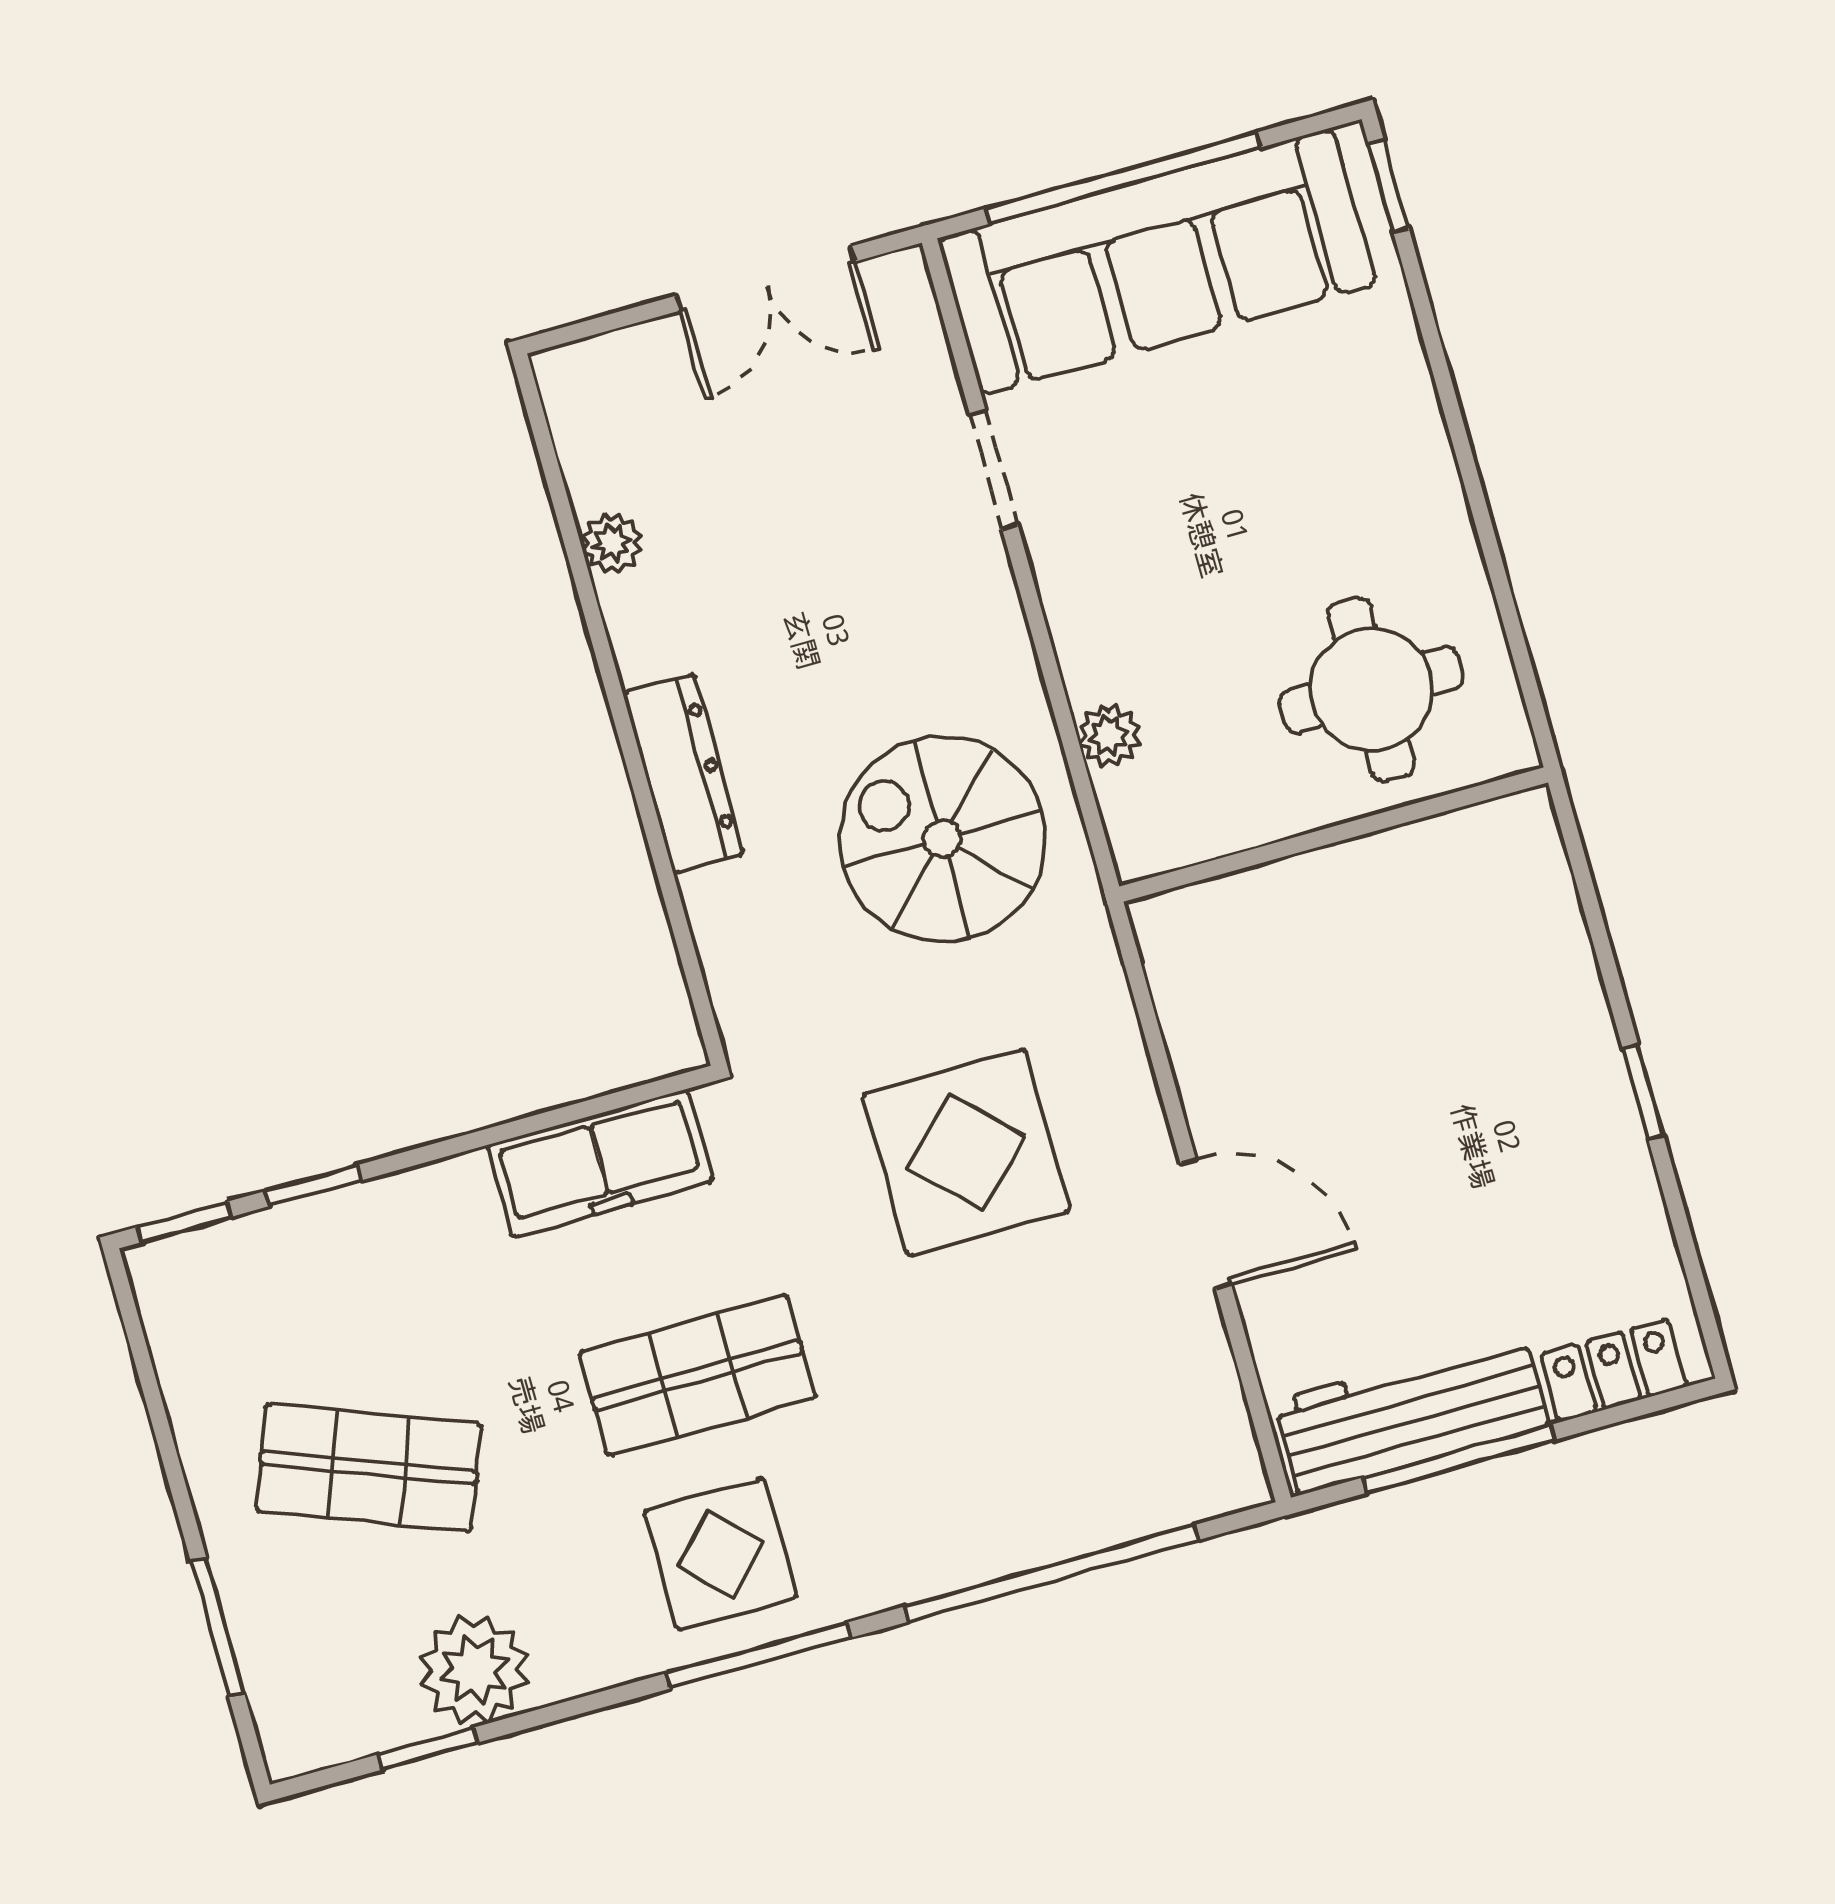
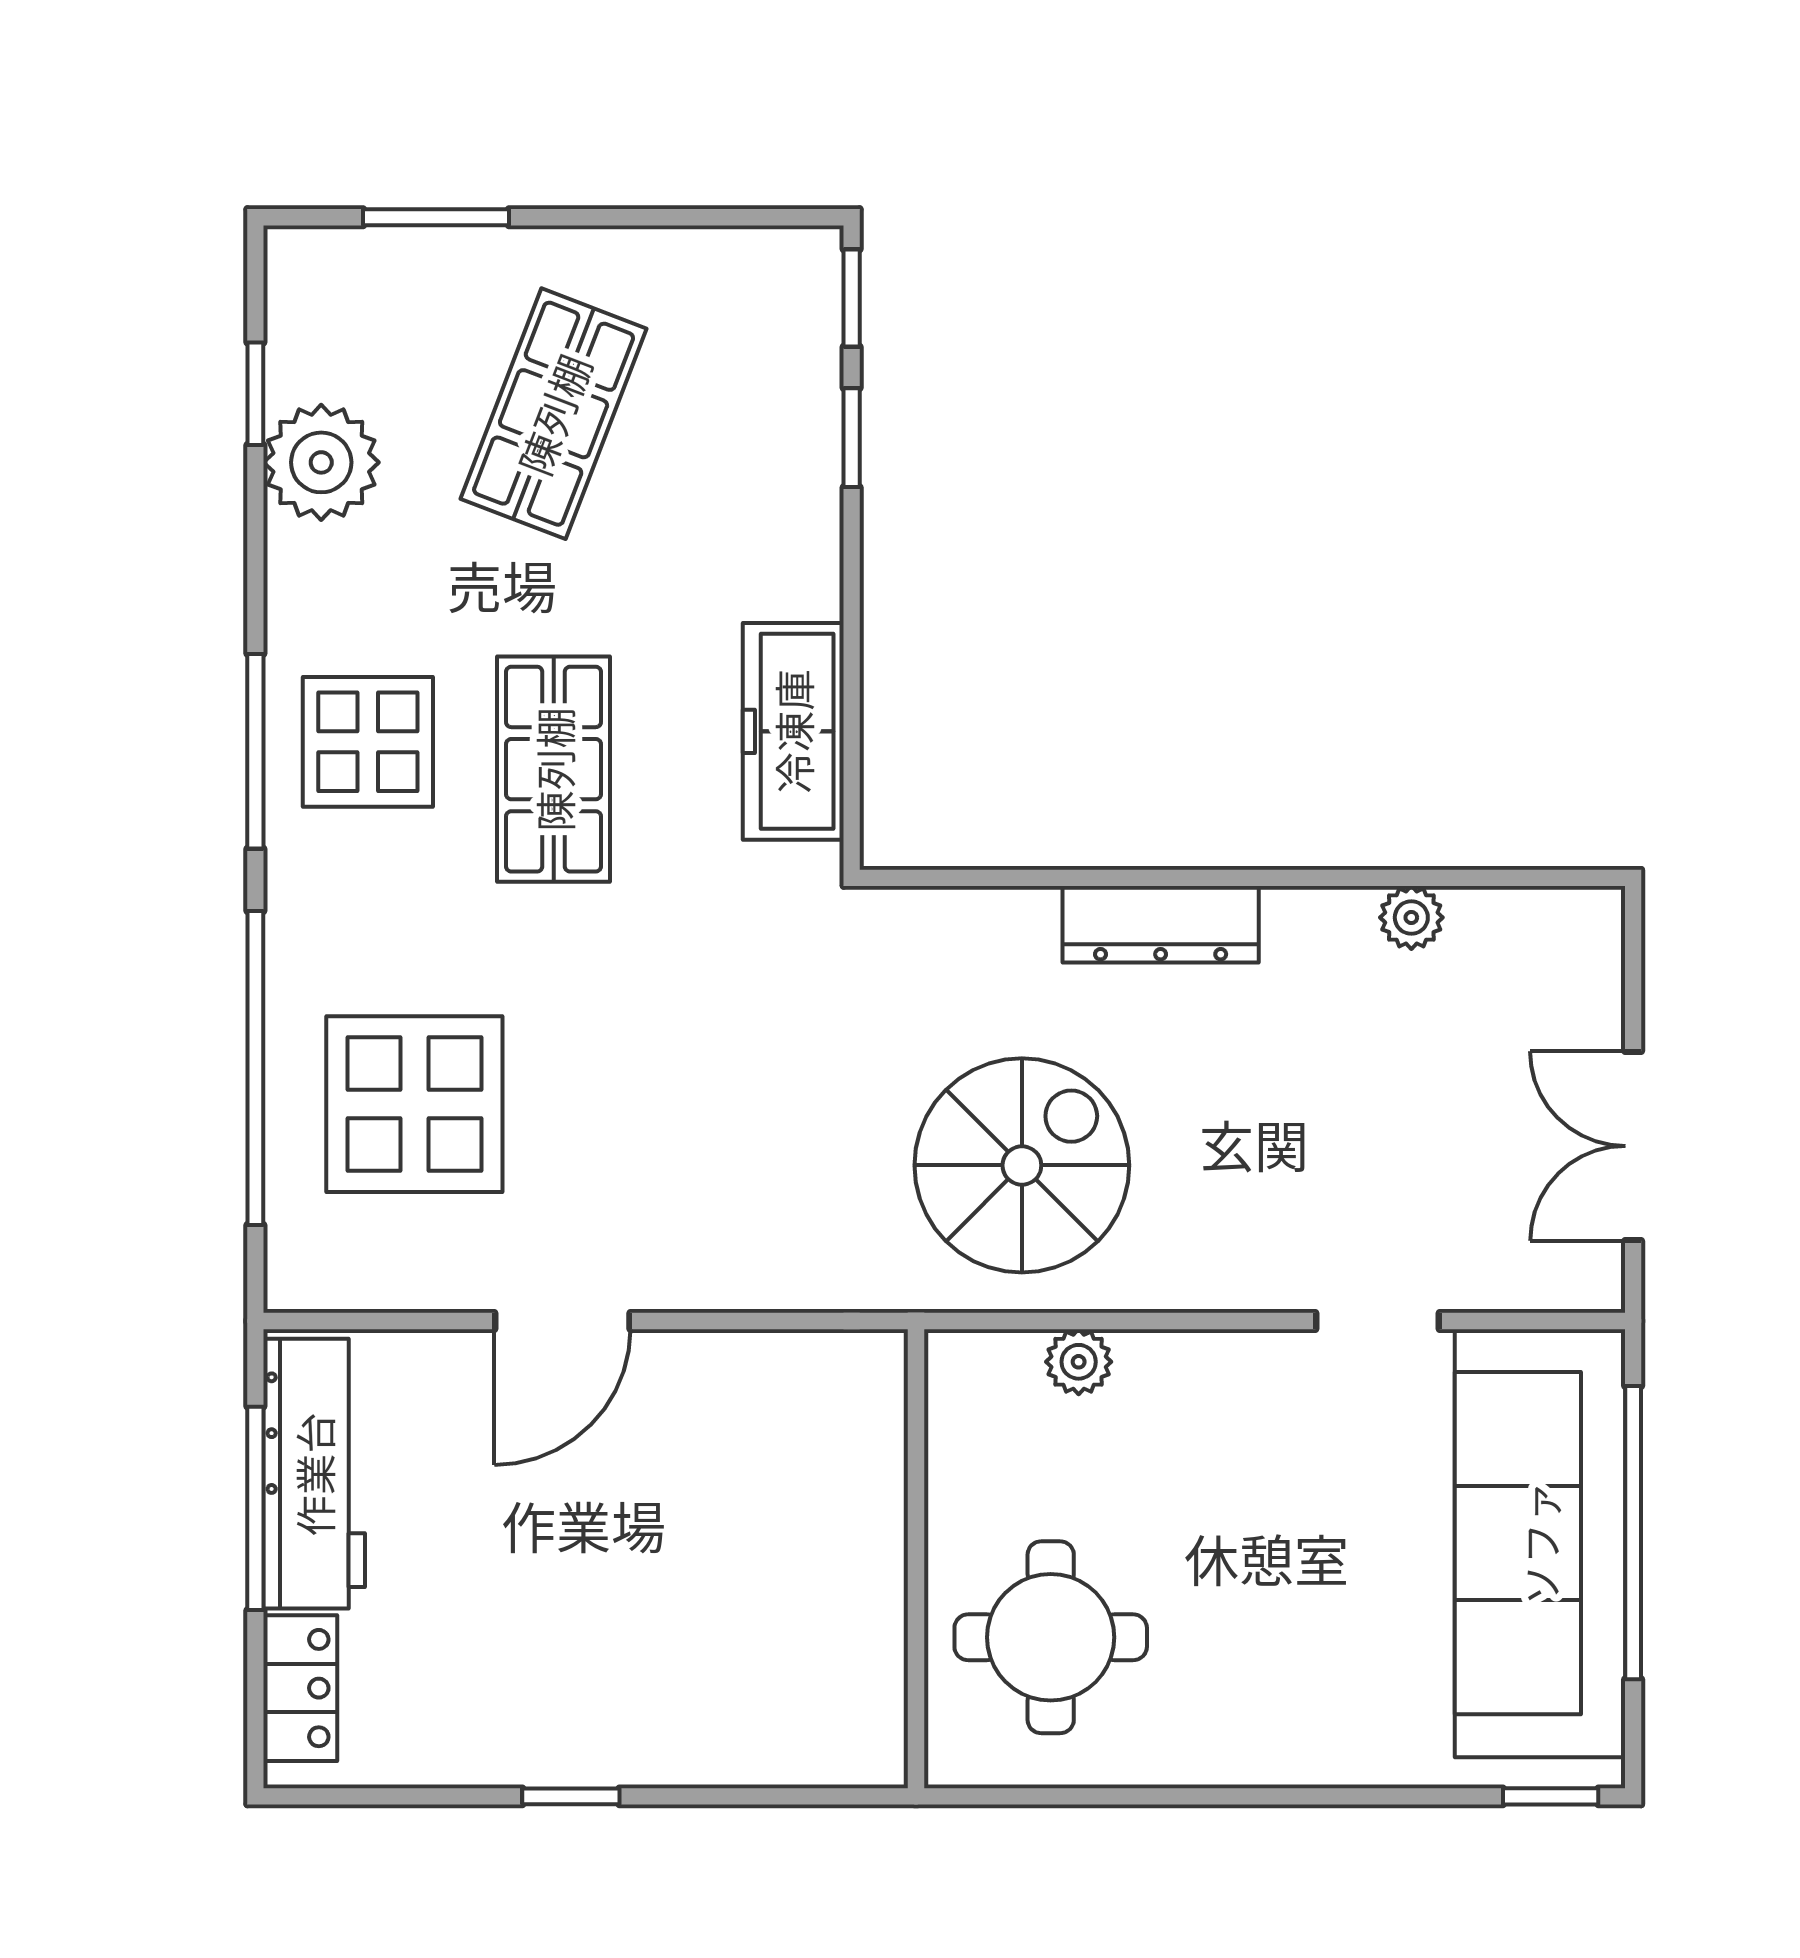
display table: (966, 1152) -> (414, 1104), moved

